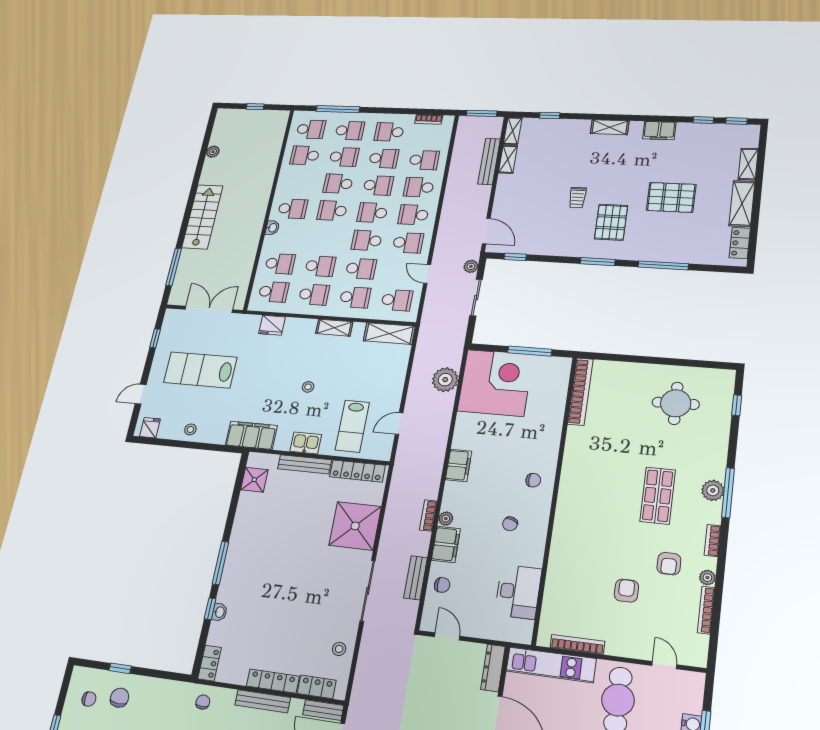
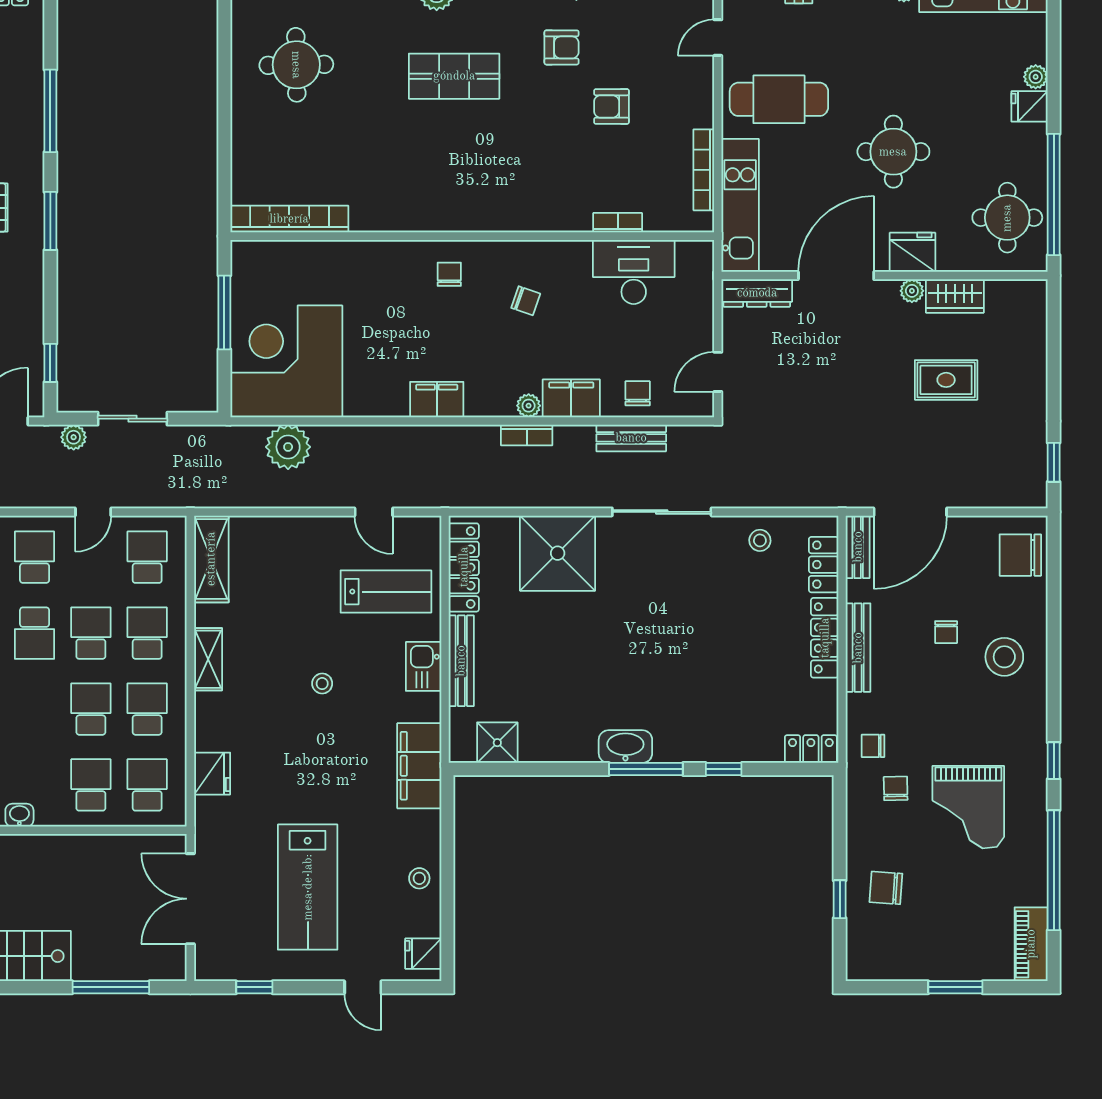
bookcase: (551, 586) -> (618, 223), added
washbasin: (219, 612) -> (625, 747), moved, width x1.91, depth x1.45
chair: (89, 699) -> (896, 788), moved

